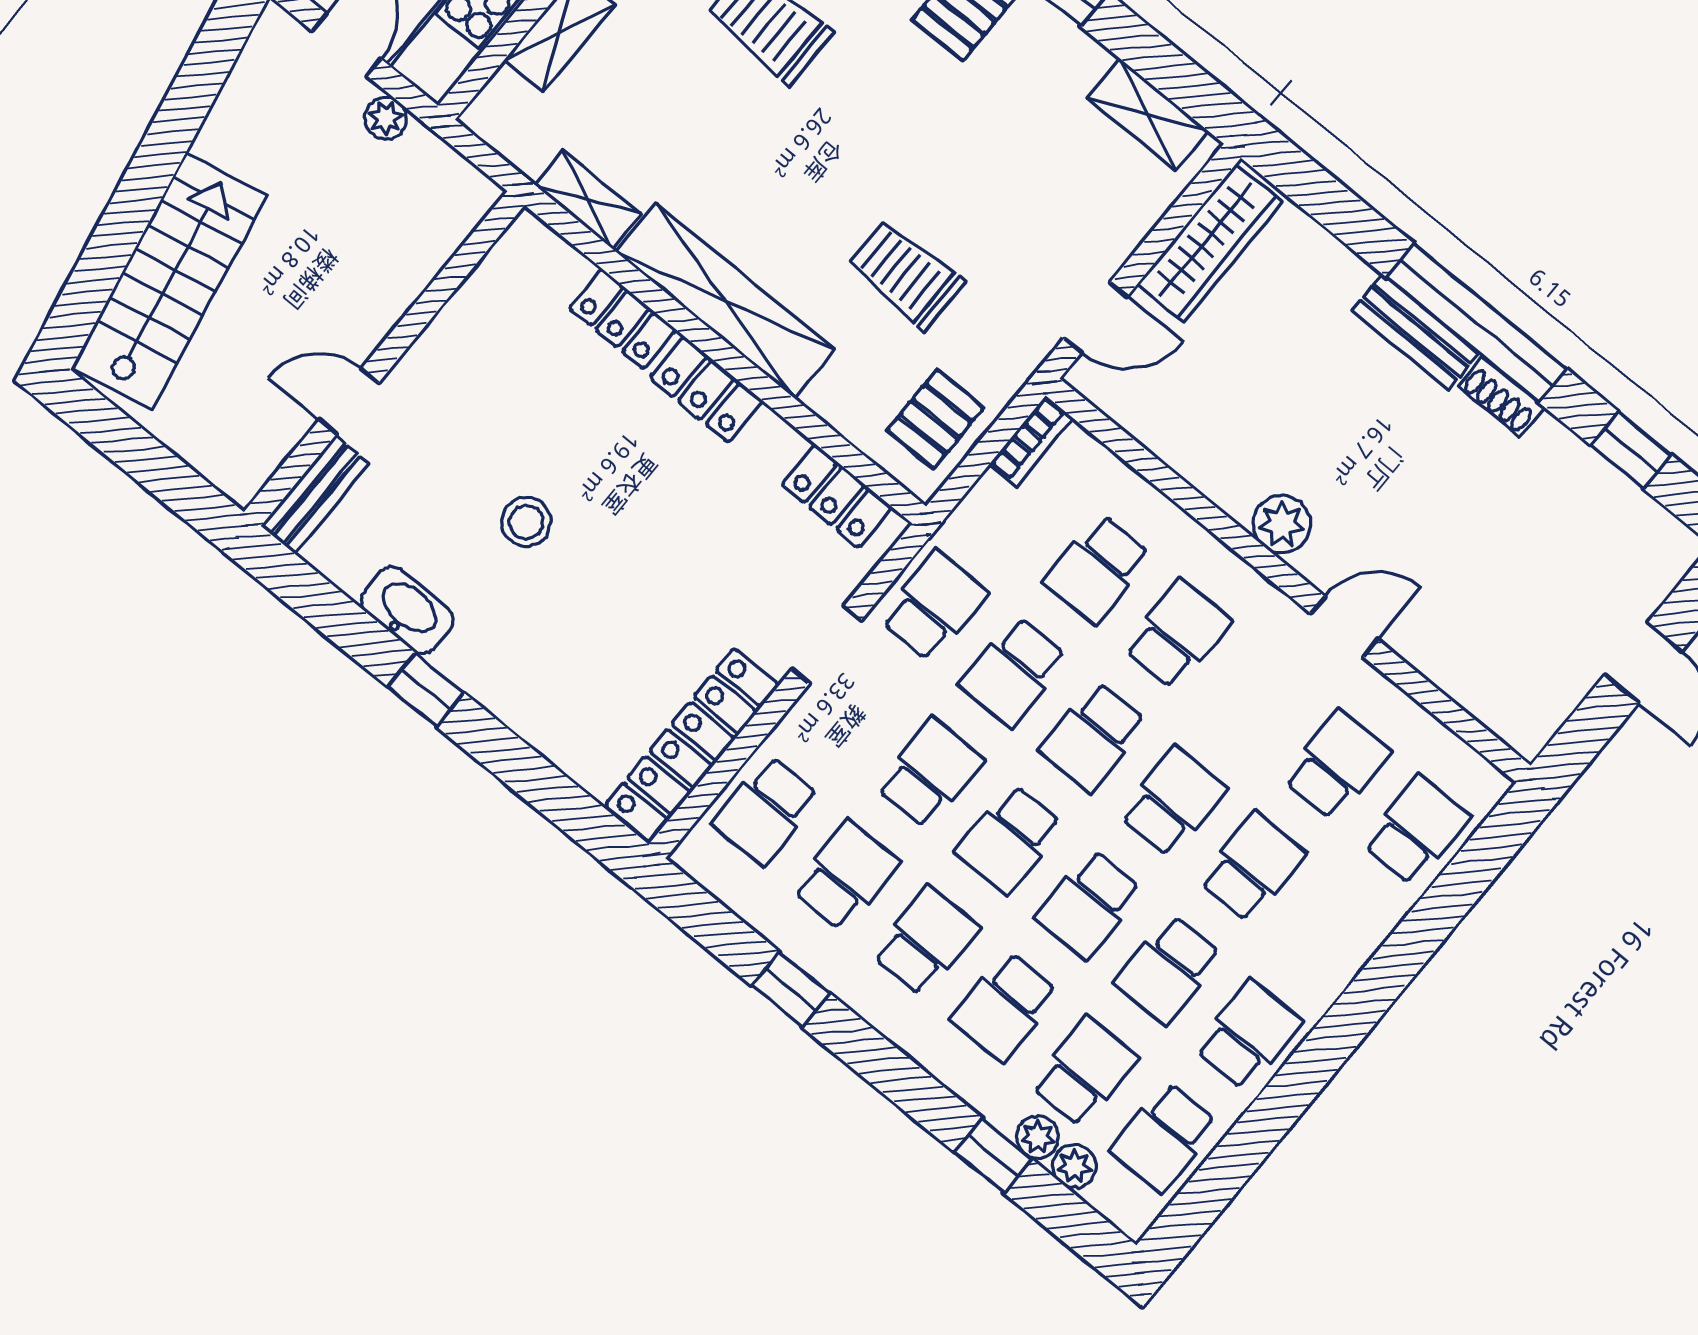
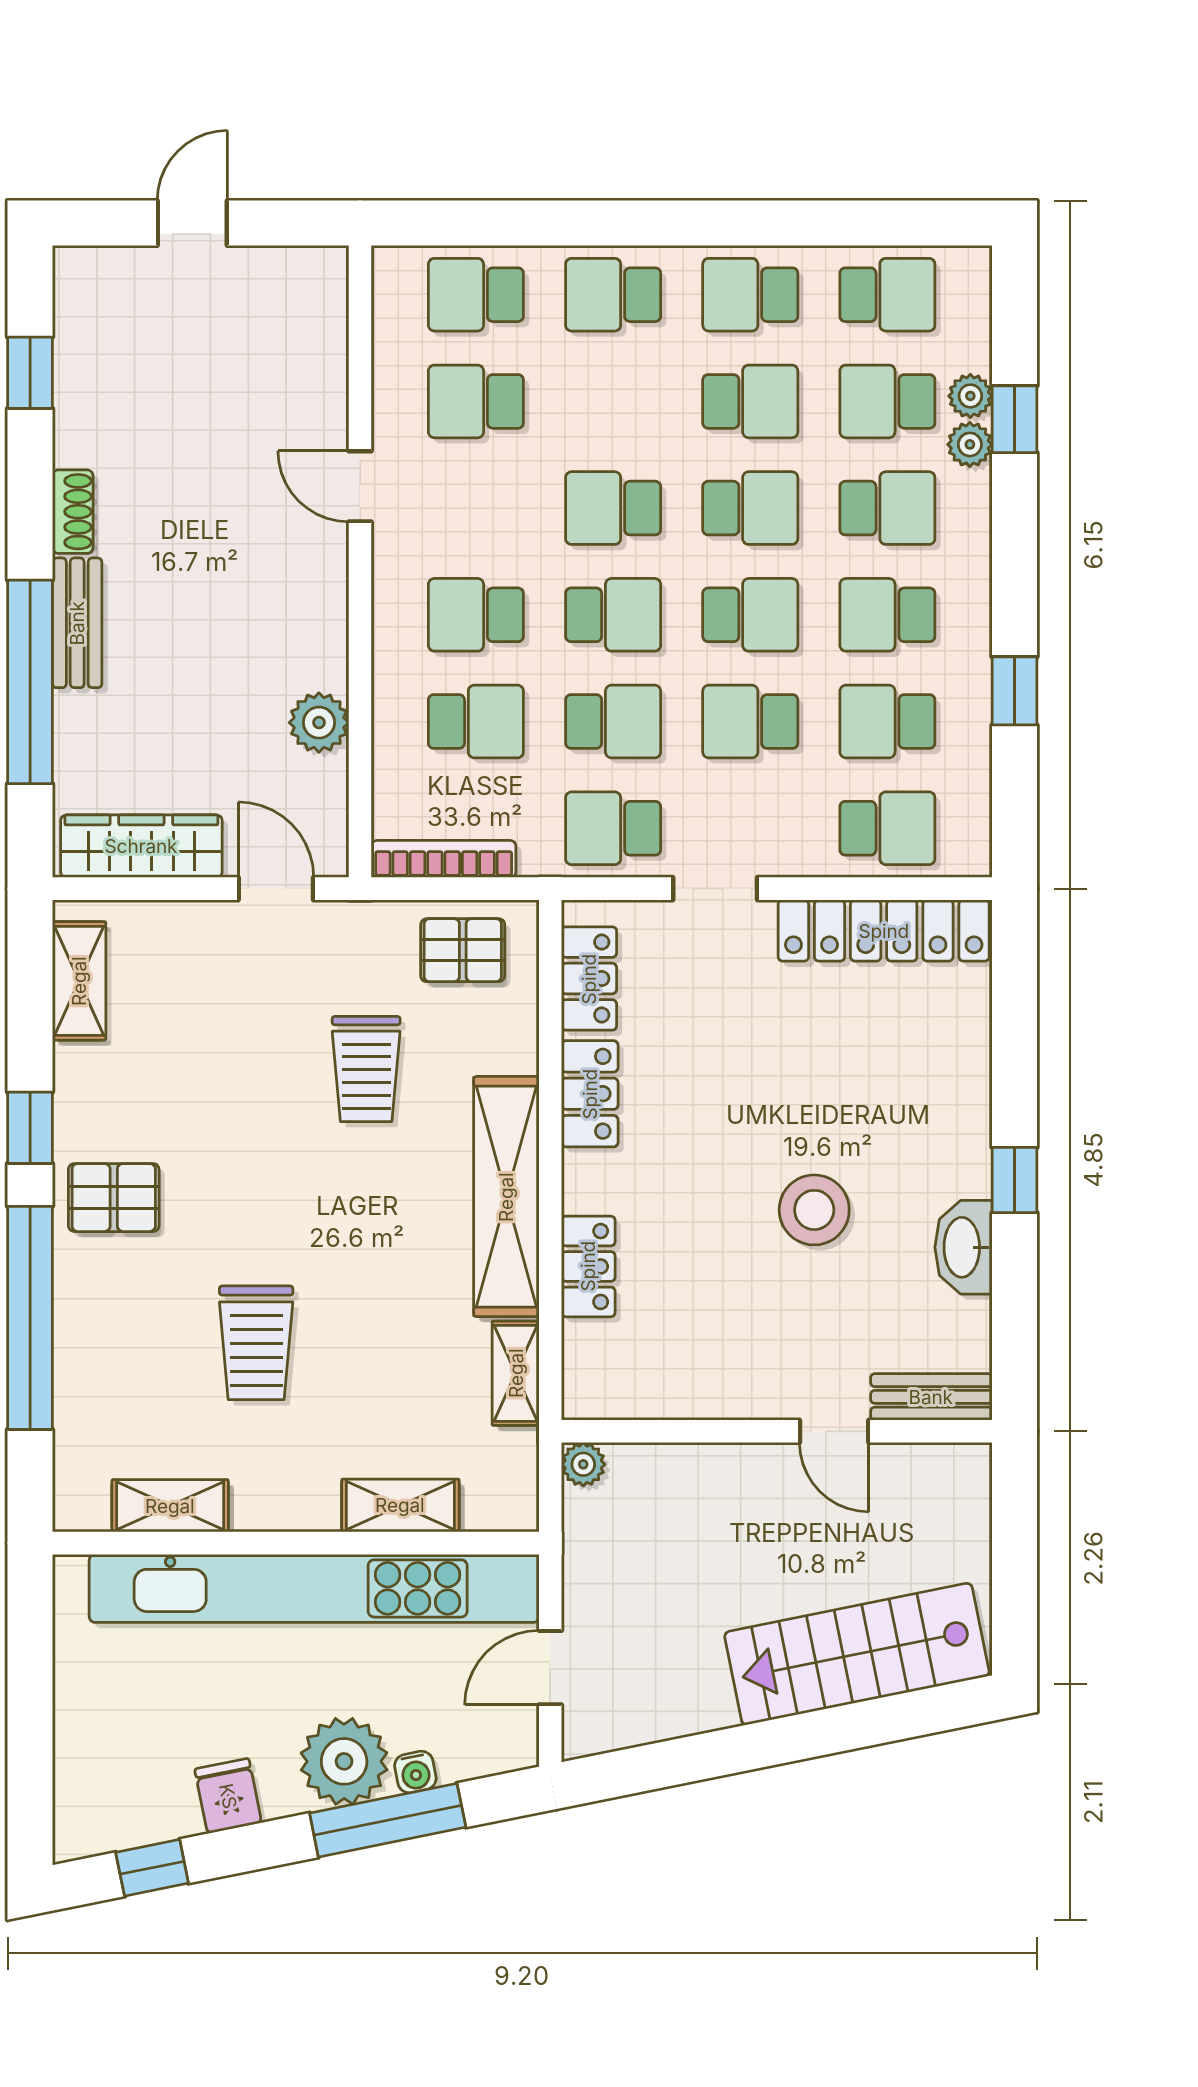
plant: (386, 118) -> (583, 1464), moved
window: (1476, 323) -> (30, 682), moved
locker: (706, 390) -> (590, 1094), moved
bookcase: (1031, 441) -> (444, 859), width x1.56
stool: (526, 522) -> (814, 1210), width x1.38, depth x1.38
plant: (1282, 524) -> (319, 723), moved
school desk: (1252, 867) -> (613, 295), moved
plant: (1074, 1166) -> (970, 444), moved

